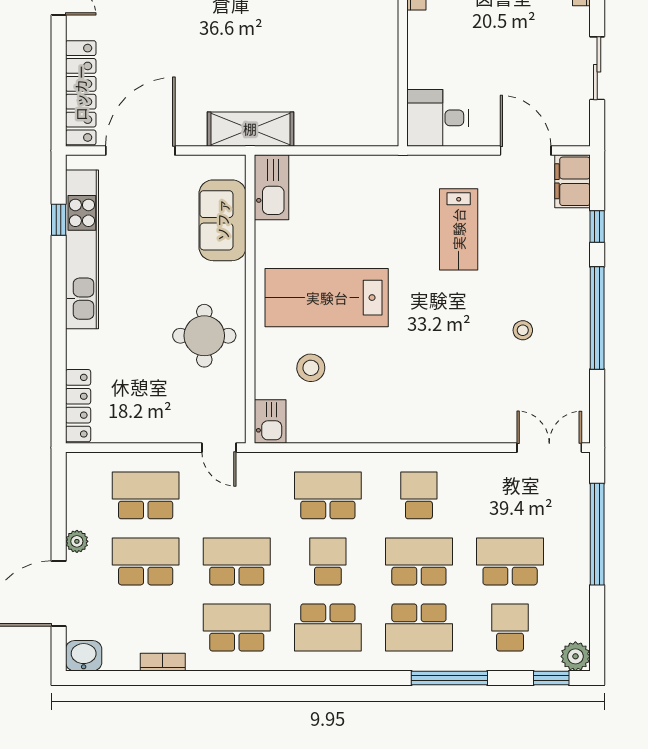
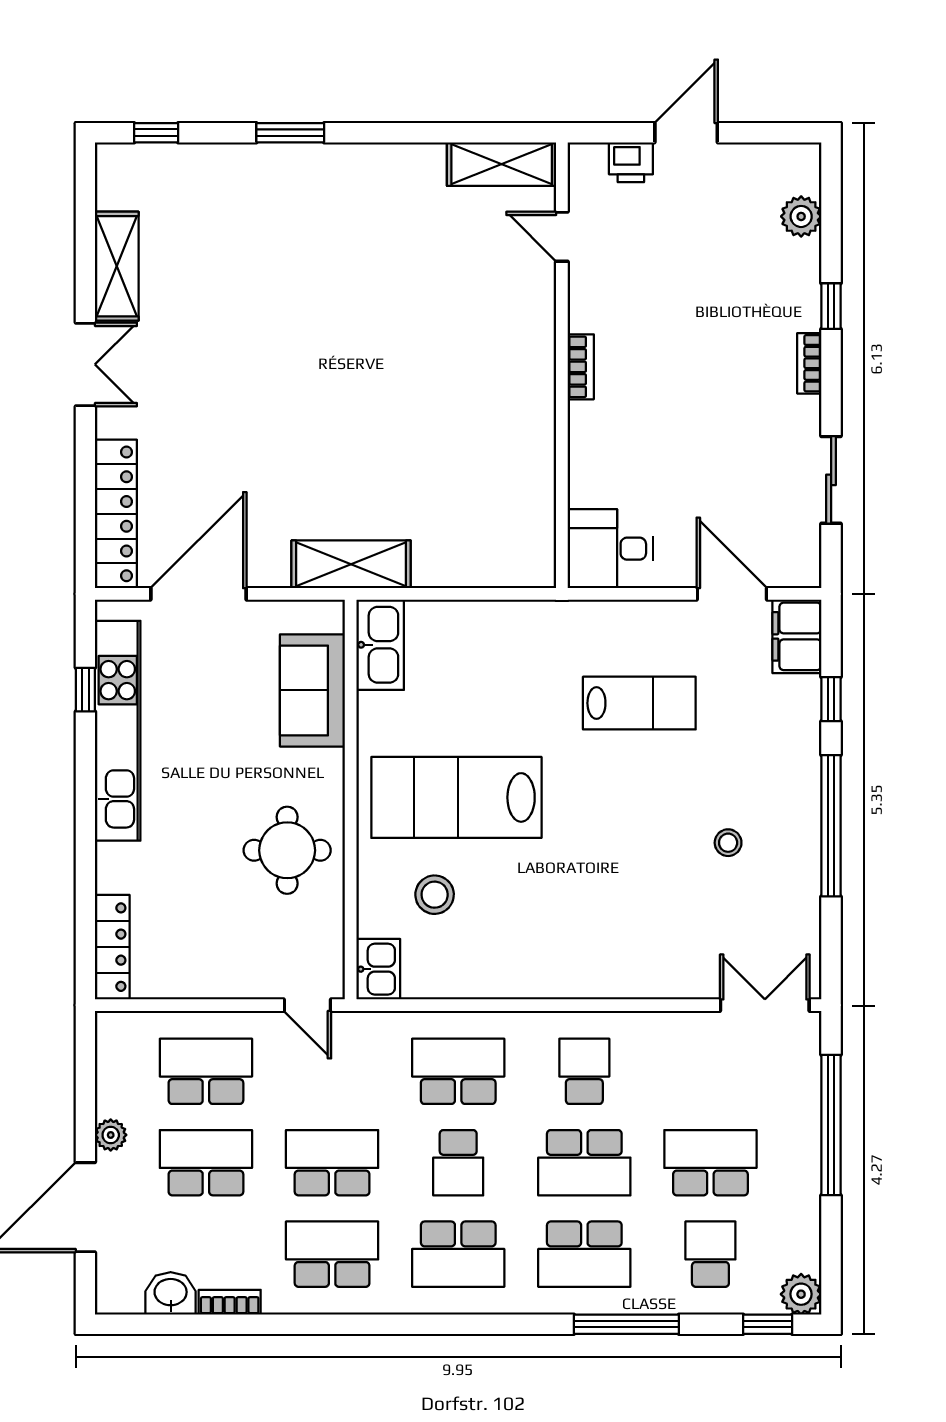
lab bench: (459, 229) -> (639, 703), turned -90
school desk: (328, 561) -> (458, 1163), turned 180
school desk: (419, 561) -> (584, 1163), turned 180
washbasin: (84, 656) -> (171, 1293), moved

